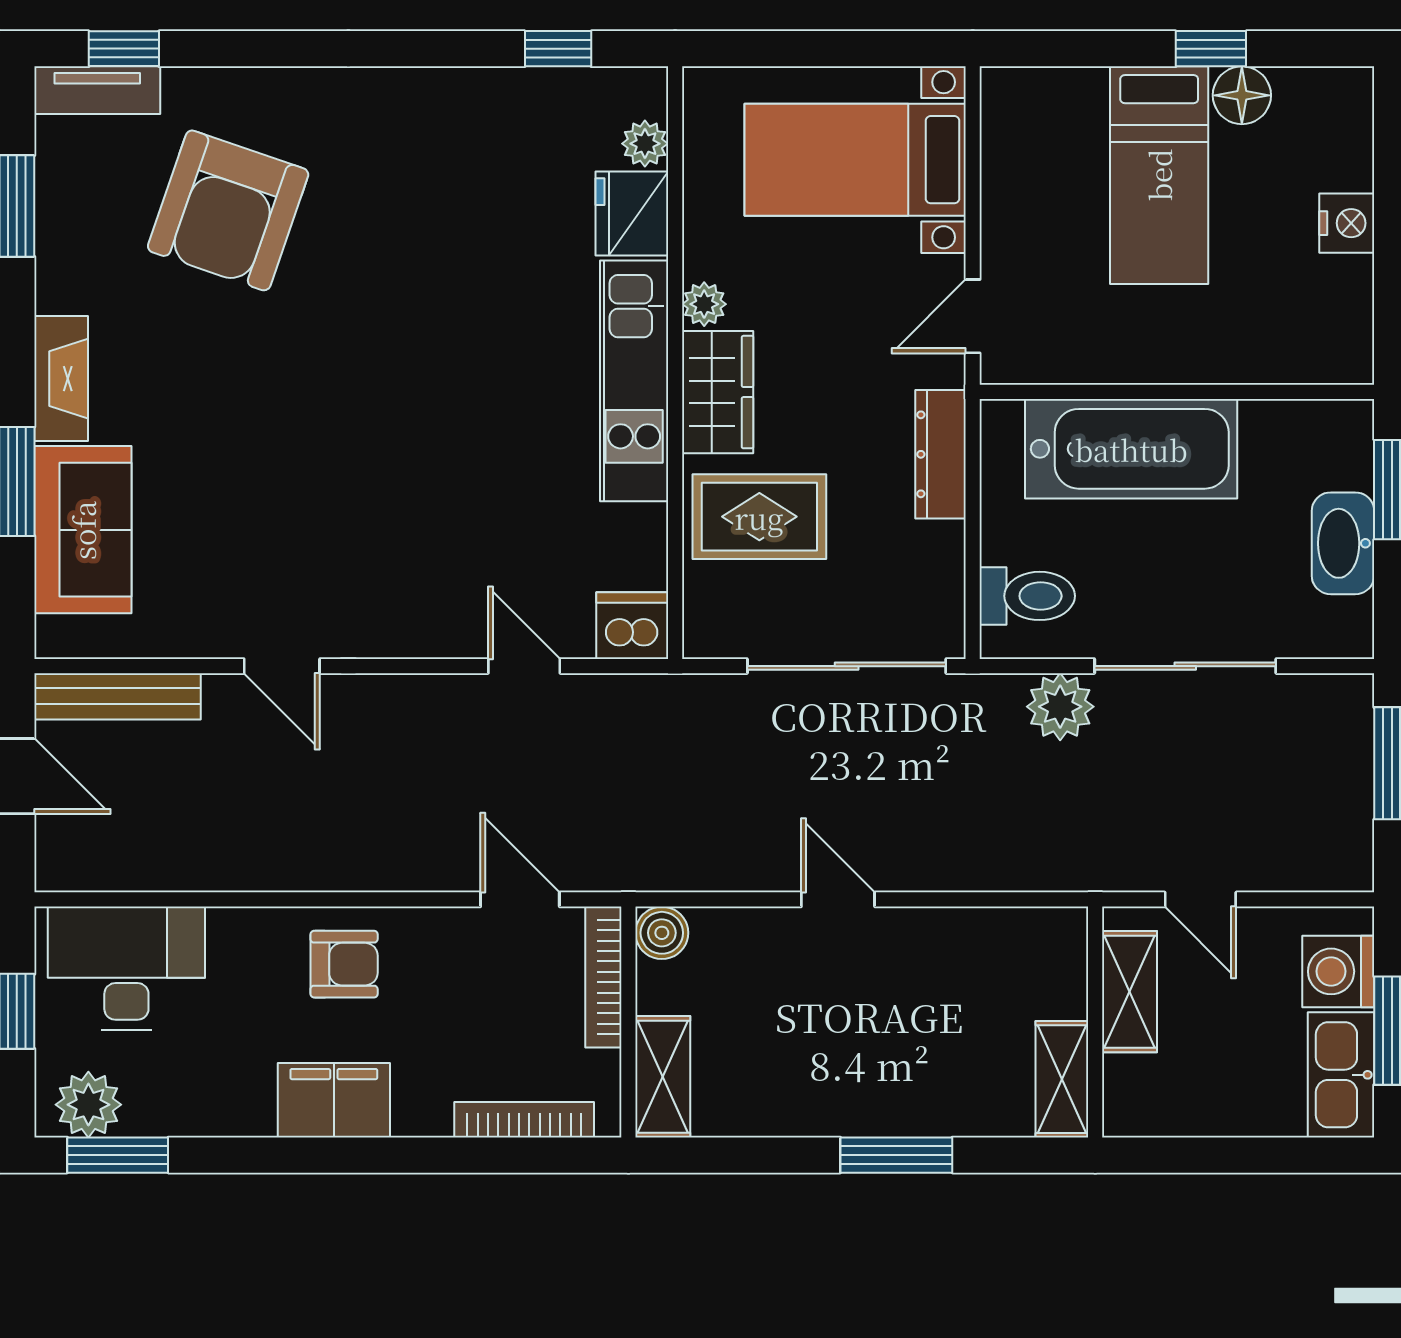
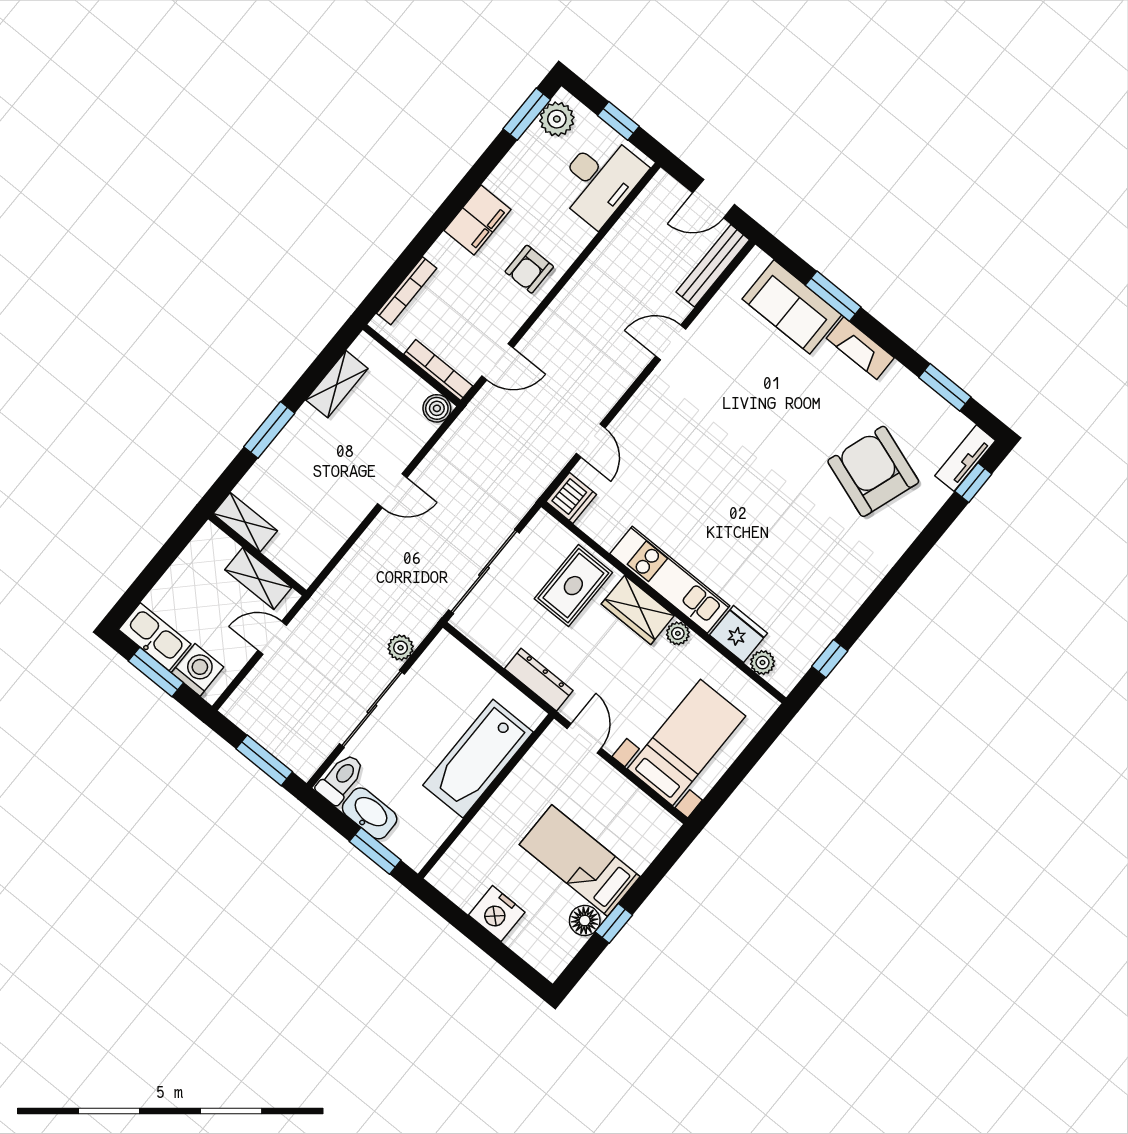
nightstand: (1347, 223) -> (497, 914), width x1.36, depth x1.33
toilet: (1027, 596) -> (341, 779), moved, turned 180
door: (524, 666) -> (591, 441), hinge flipped
plant: (1060, 707) -> (401, 648), width x0.73, depth x0.73
shelving: (663, 1077) -> (337, 384), moved, turned 90

